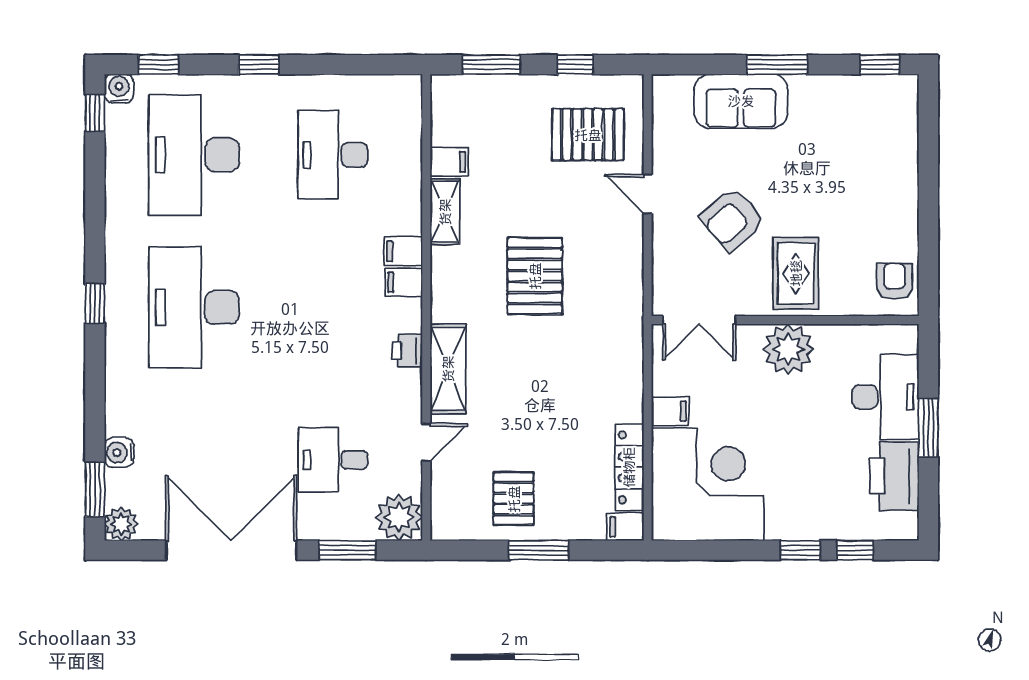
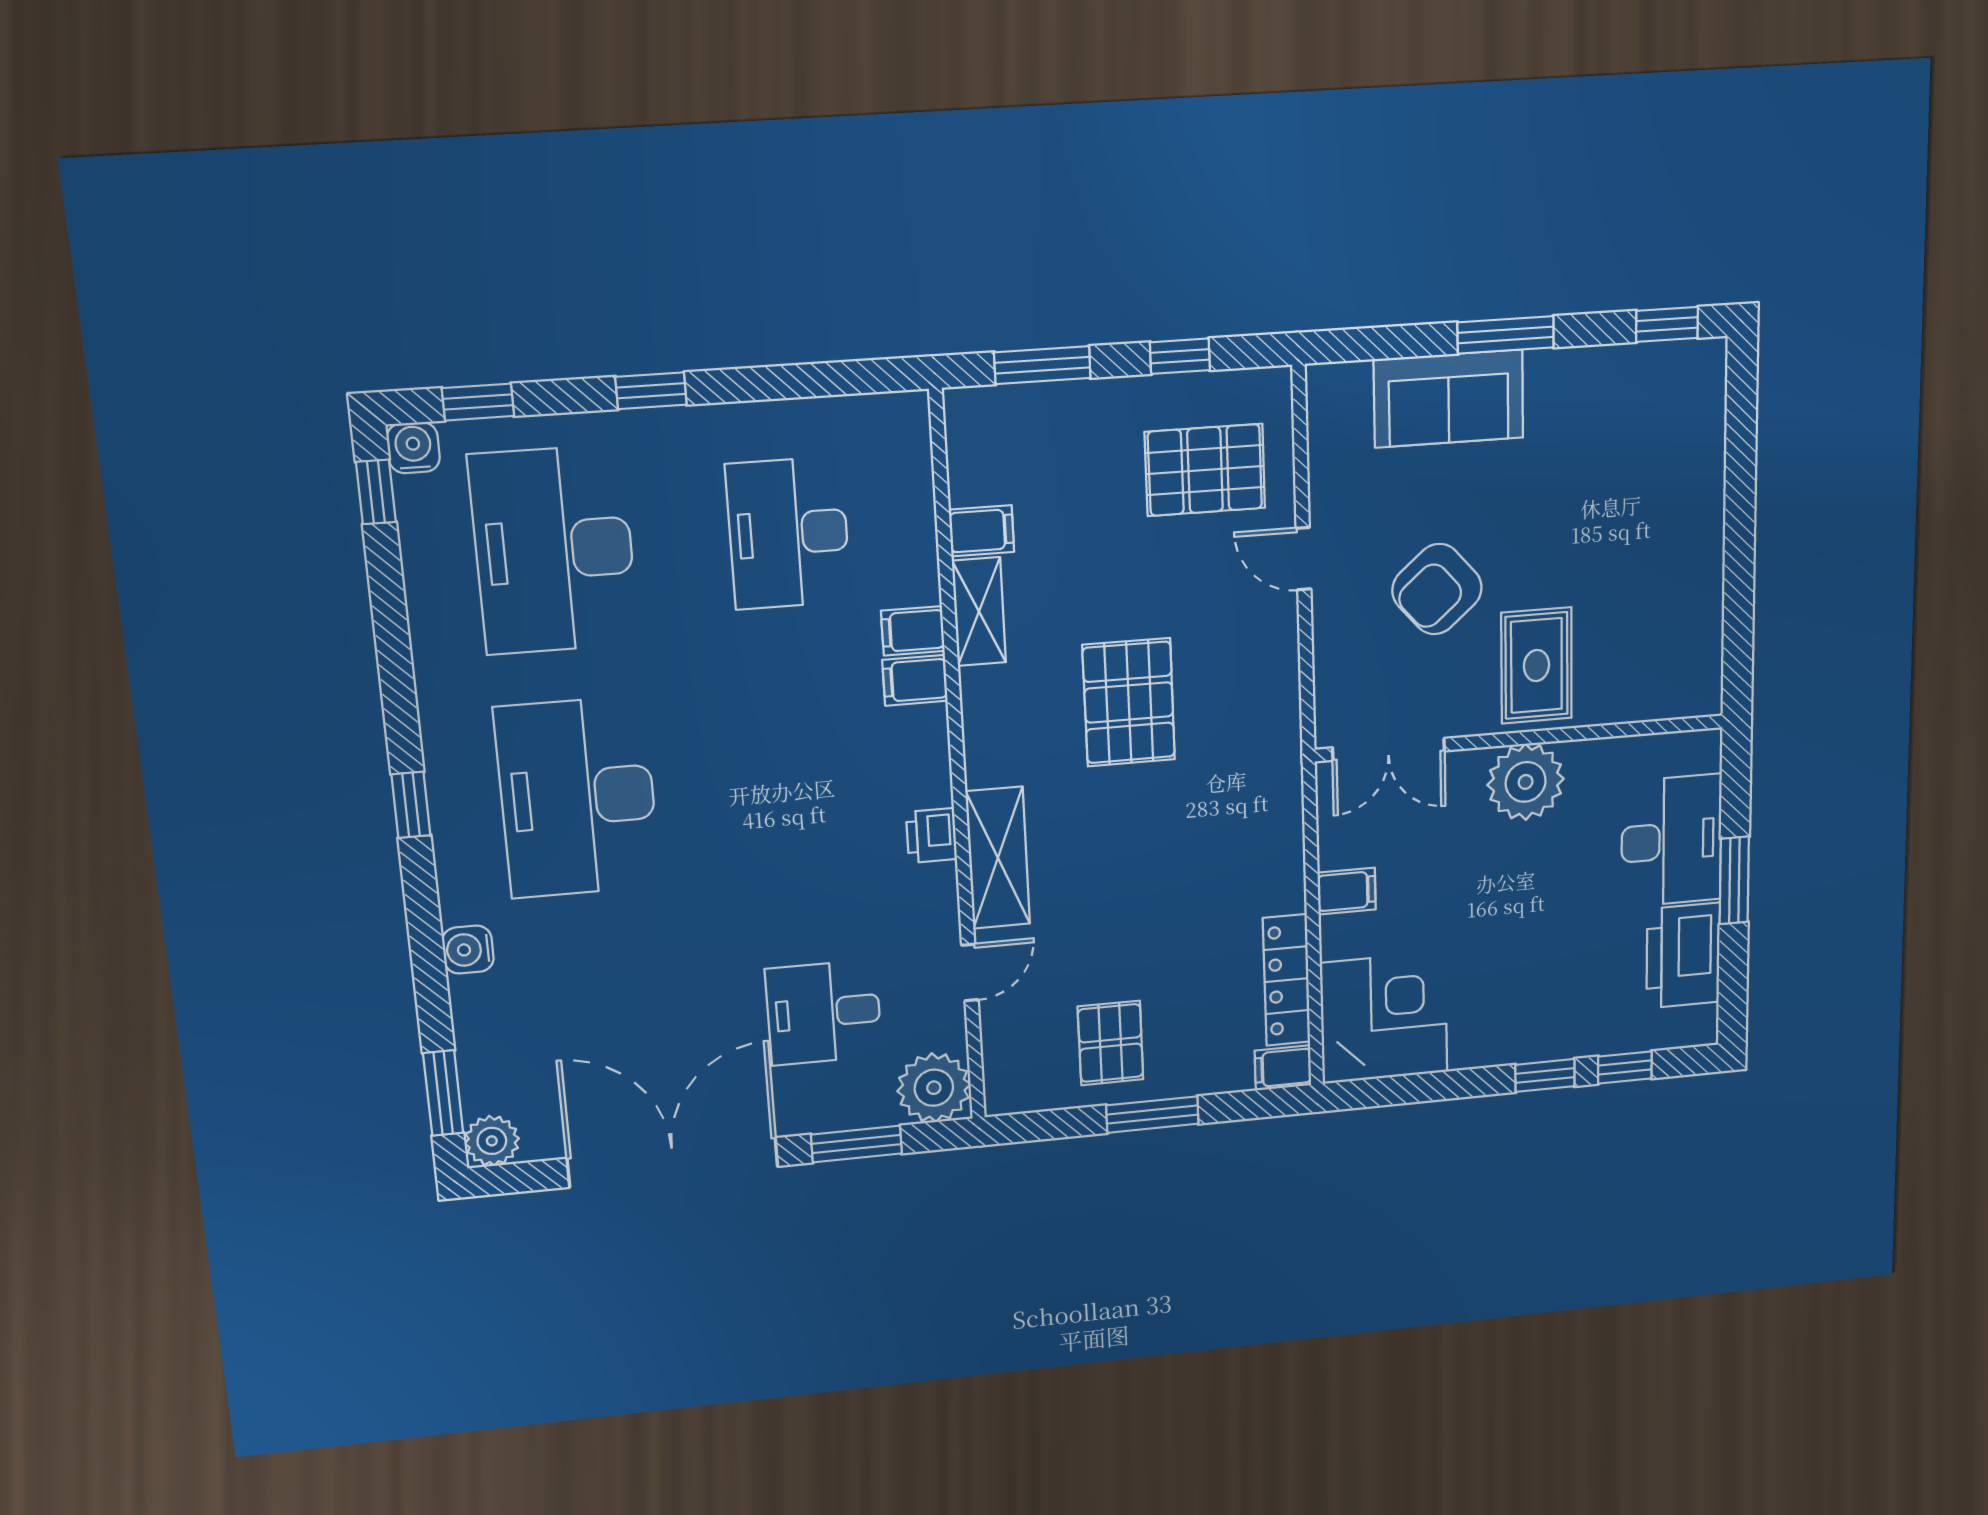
armchair: (895, 281) -> (1687, 665), removed
filing cabinet: (404, 282) -> (913, 631), moved
water cooler: (119, 453) -> (468, 950), moved
corner desk: (708, 484) -> (1384, 1018), width x0.74, depth x0.74

